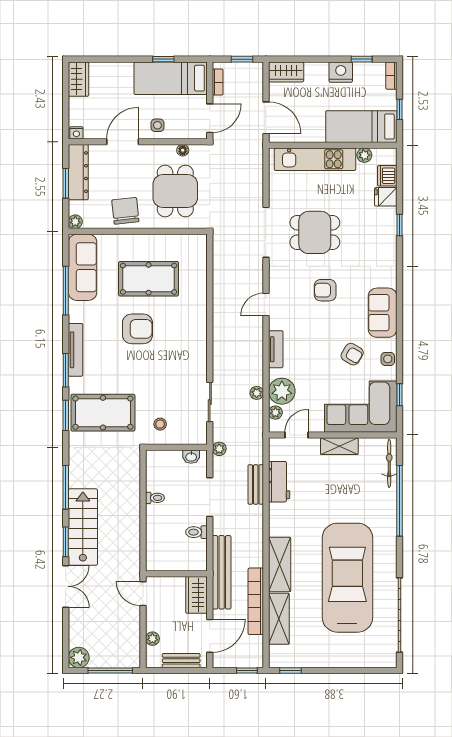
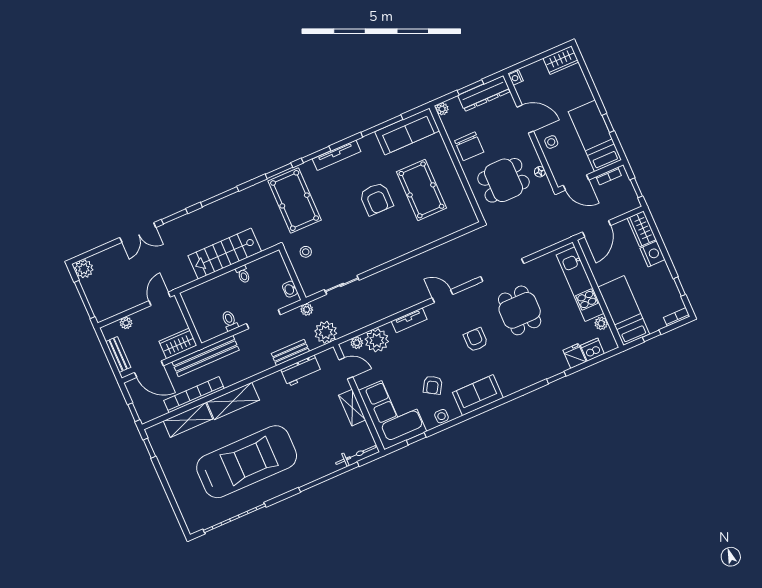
nightstand: (341, 72) -> (652, 254), moved
chair: (125, 211) -> (469, 146), turned 96
plant: (257, 393) -> (326, 332), moved, width x1.88, depth x1.88
stairs: (83, 527) -> (225, 254), moved, turned 180

